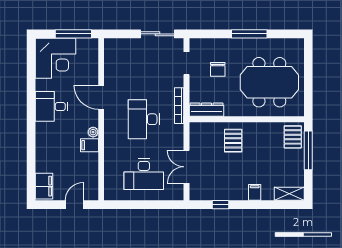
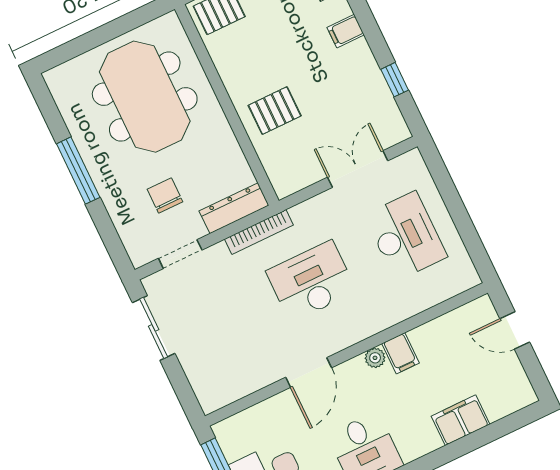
chair: (218, 69) -> (165, 195), turned -90
dresser: (207, 110) -> (234, 208), moved, turned 90
desk: (144, 119) -> (311, 281), turned 180
double door: (187, 167) -> (358, 169), swing flipped
filing cabinet: (44, 186) -> (461, 420), moved

